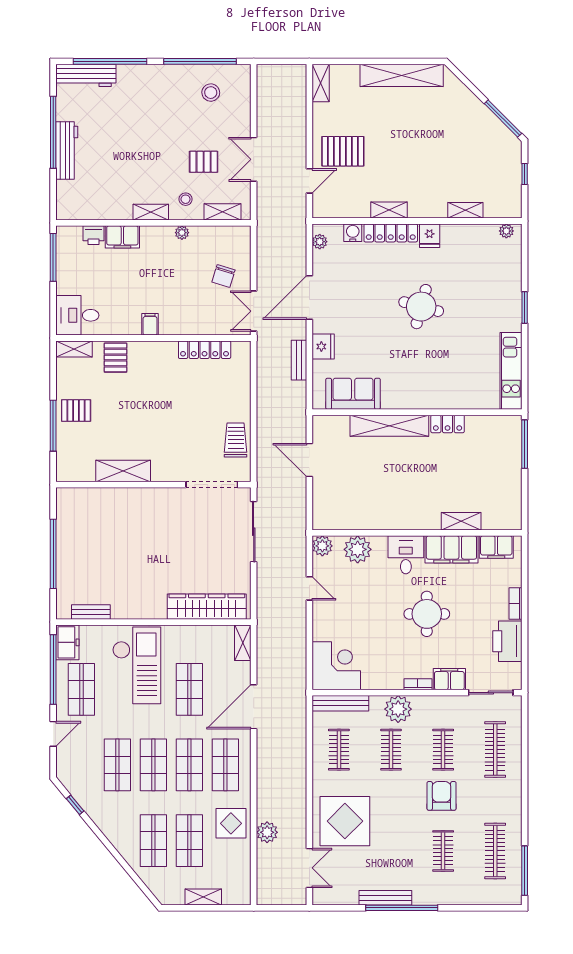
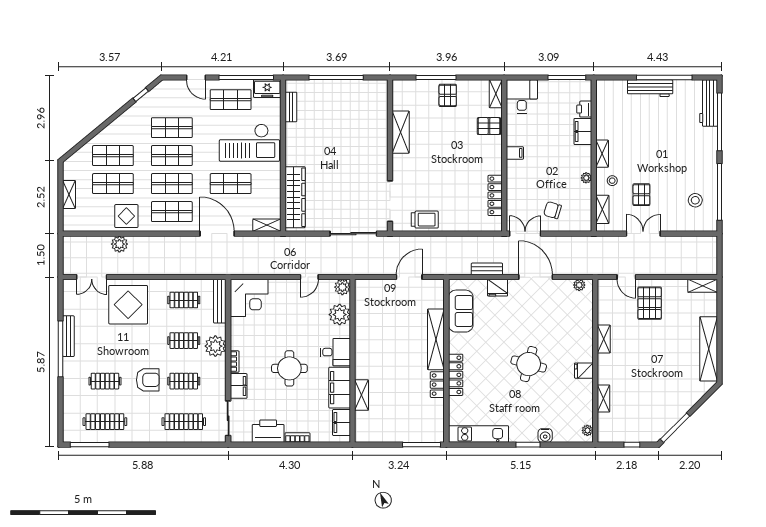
water cooler: (353, 233) -> (545, 435), moved, turned 90
locker: (391, 233) -> (456, 375), moved, turned 180

